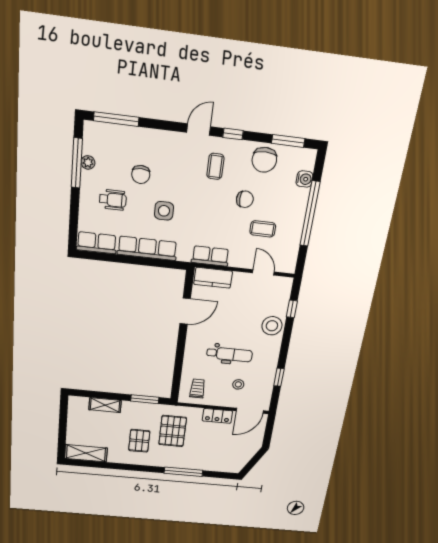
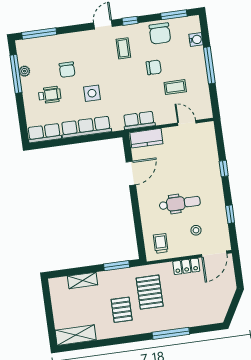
window: (310, 214) -> (209, 65), width x0.68
window: (292, 309) -> (224, 168), moved
stool: (272, 326) -> (209, 168), removed

